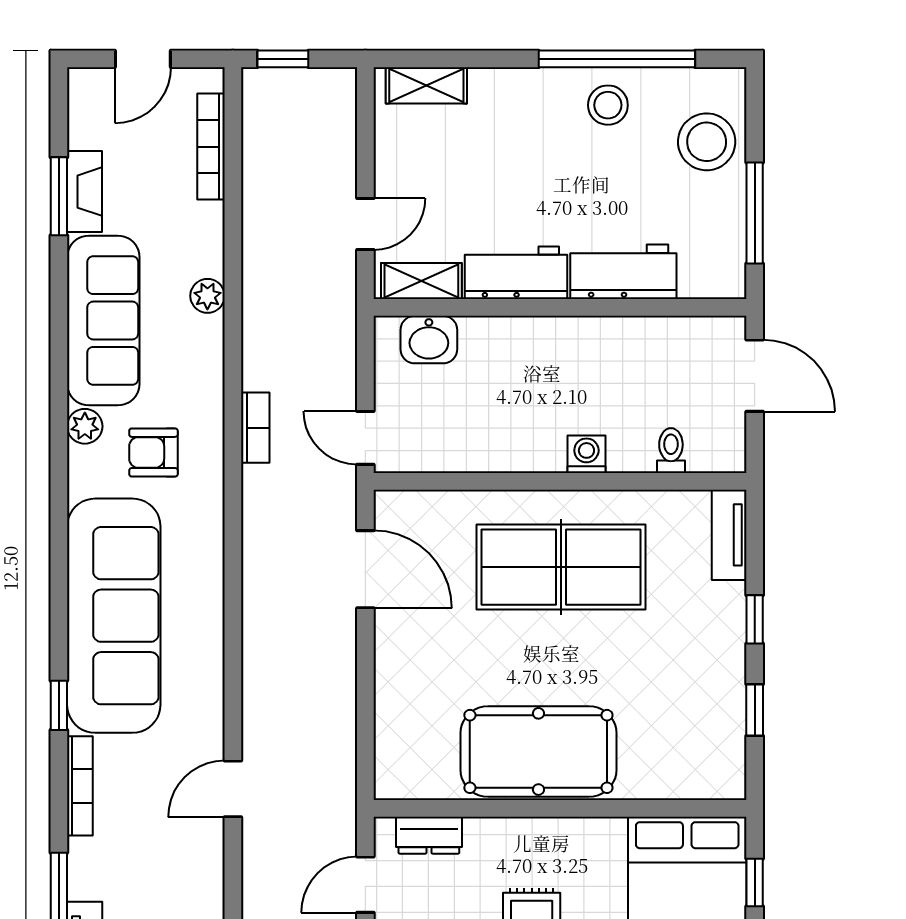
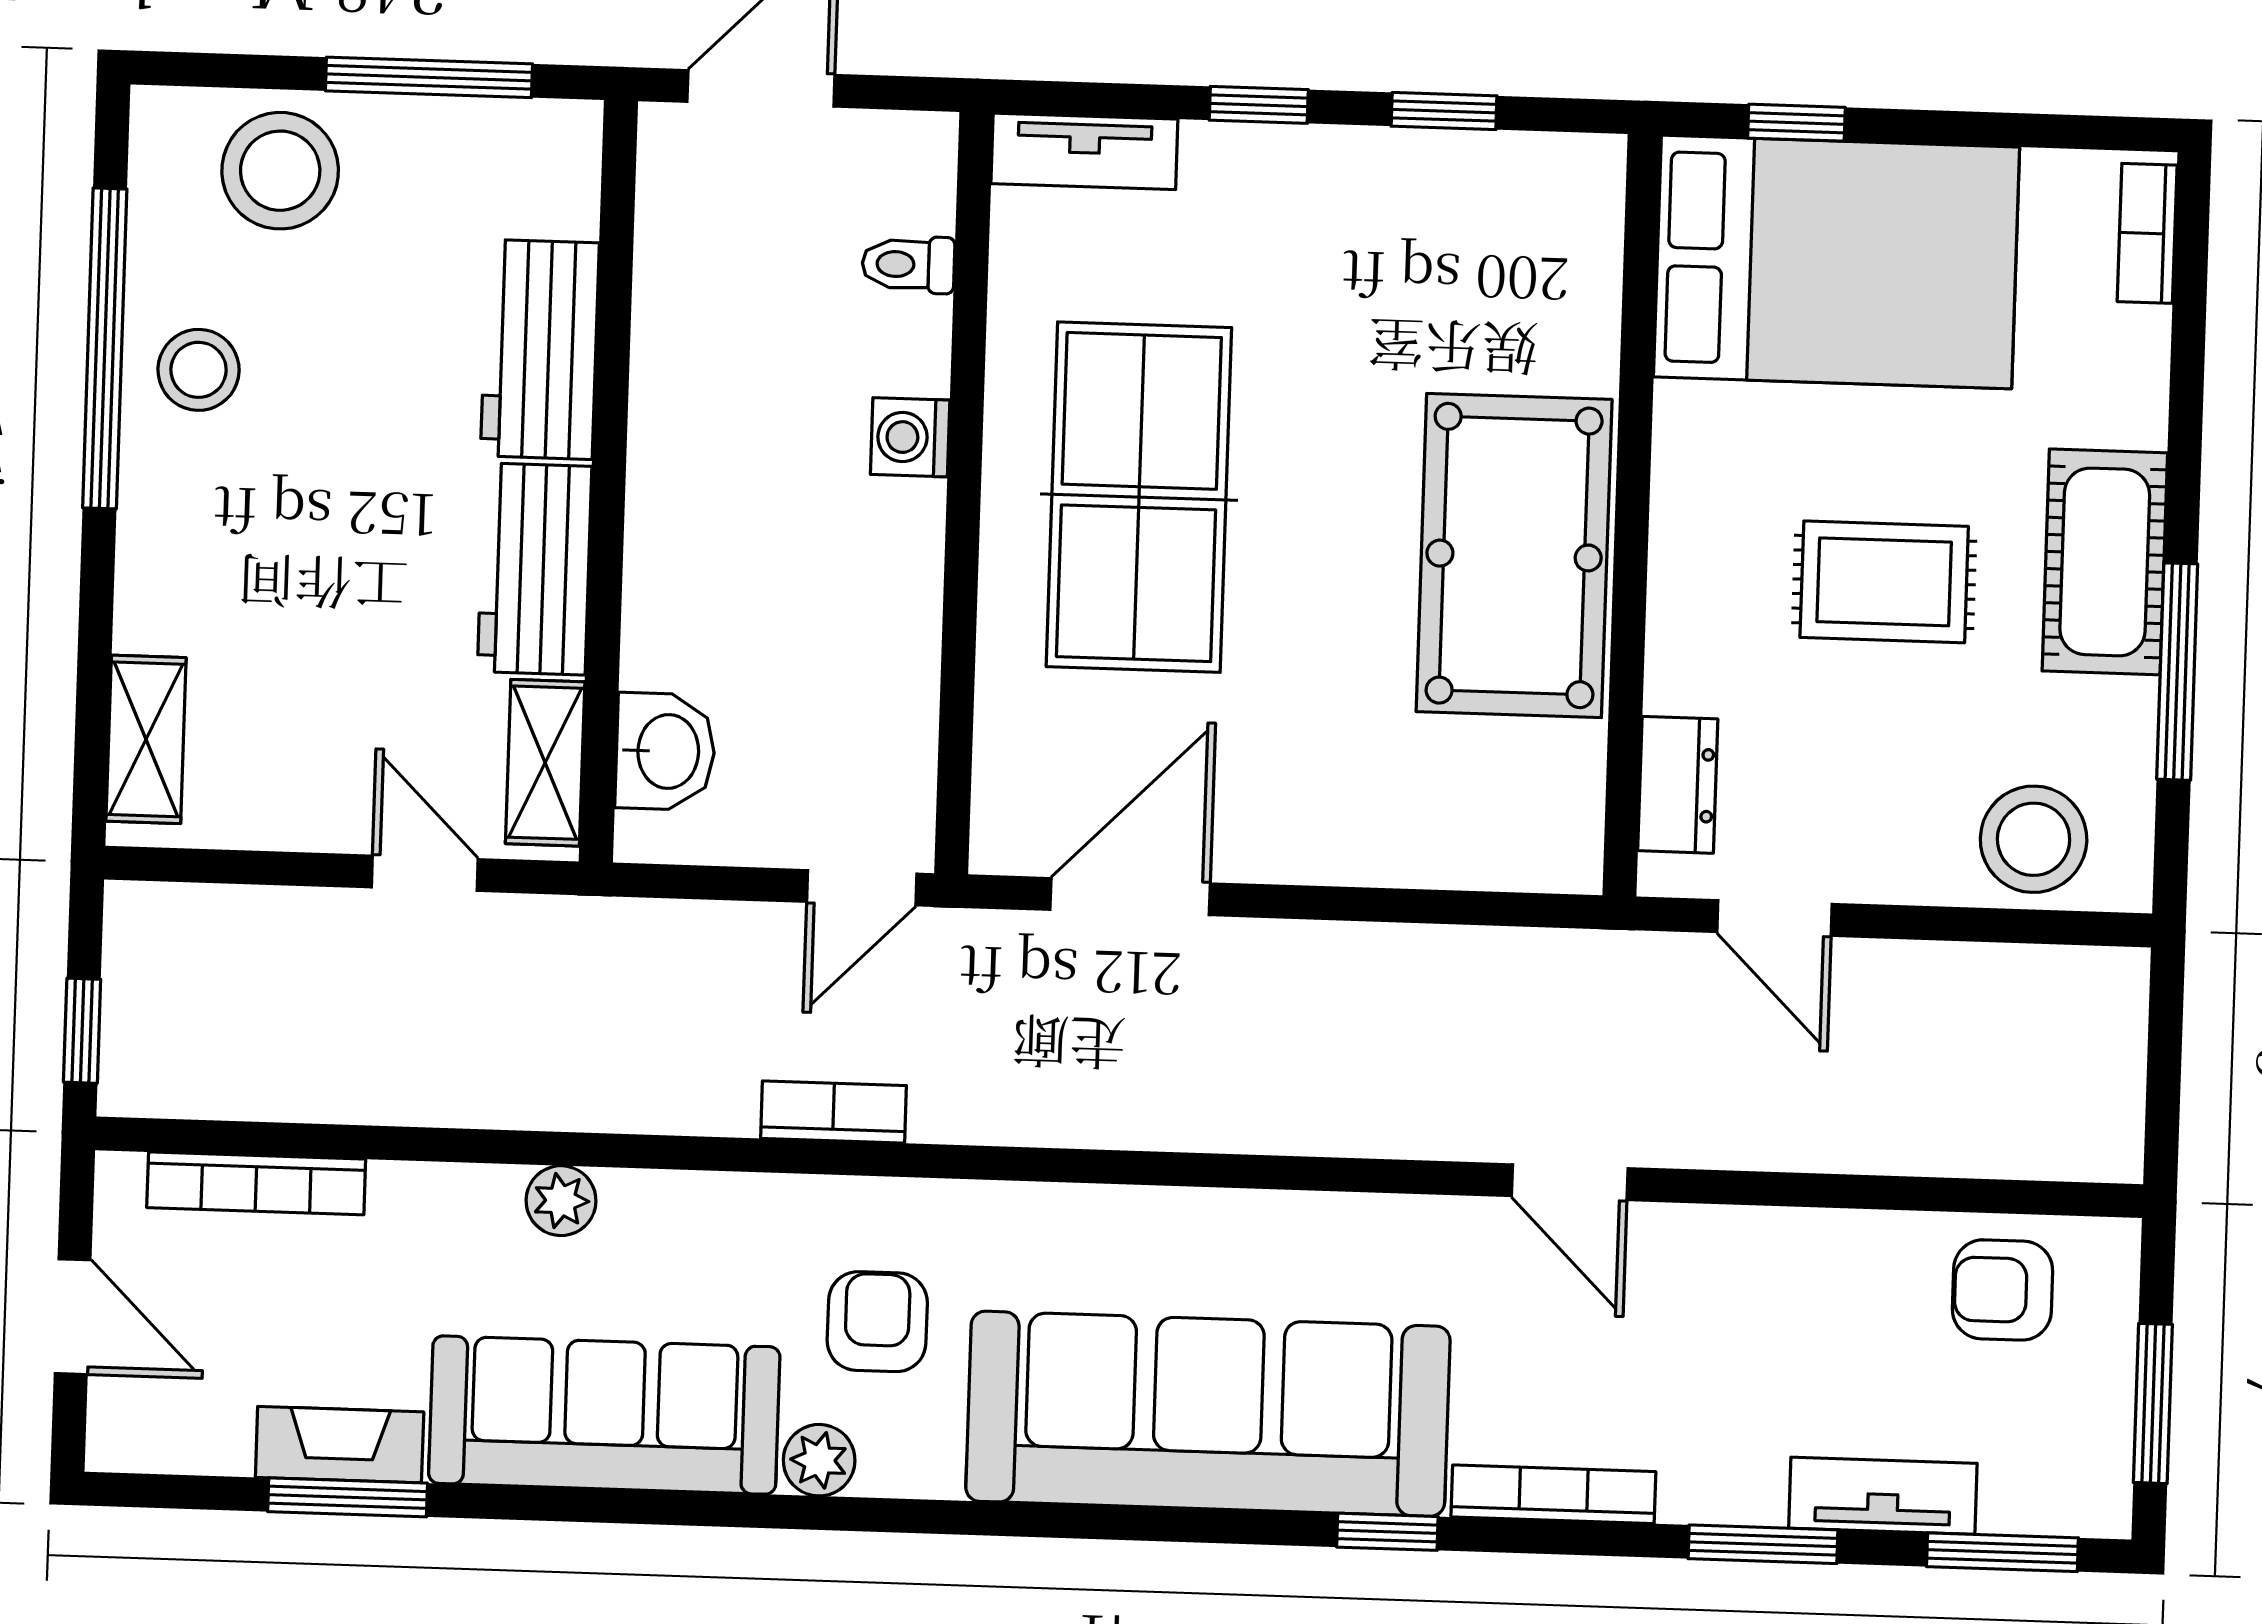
armchair: (153, 452) -> (877, 1322), turned 180

